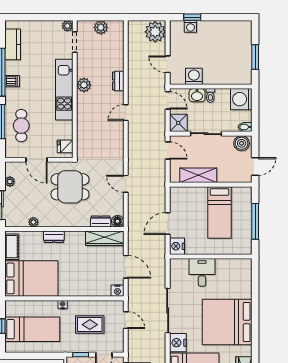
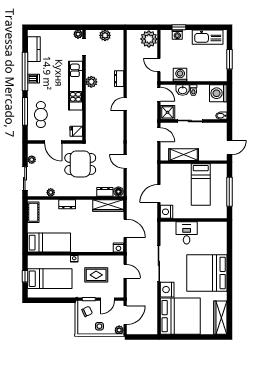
kitchen sink: (228, 30) -> (208, 37), added
boiler: (242, 143) -> (219, 129), removed
bed: (31, 278) -> (49, 243), width x0.67

